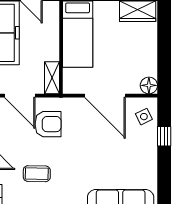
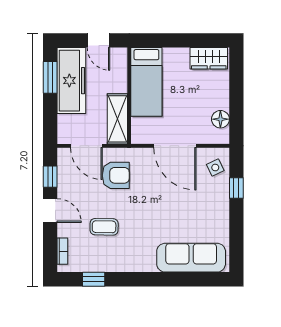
shelving: (52, 78) -> (117, 119), width x1.50, depth x1.33
floor lamp: (149, 85) -> (220, 119), moved

